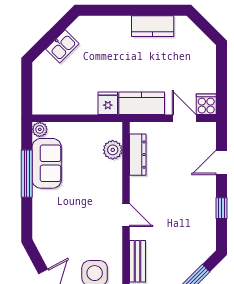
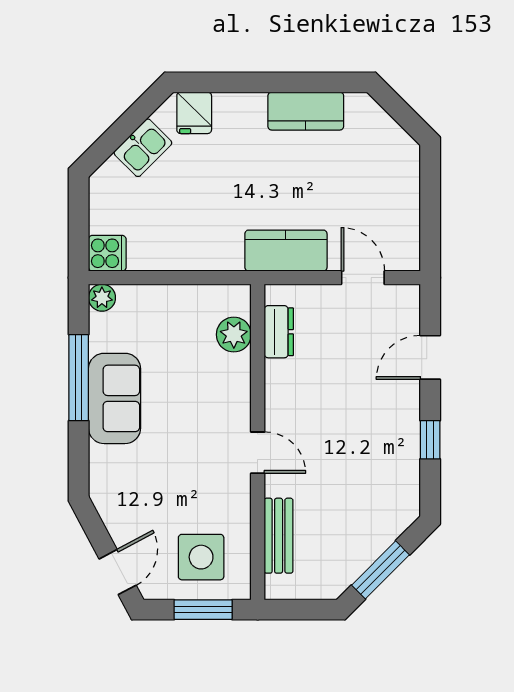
fridge: (108, 103) -> (194, 113), moved, turned 180
cooker: (206, 104) -> (107, 253), moved, turned 90
dresser: (138, 155) -> (279, 332), width x0.70
sofa: (47, 163) -> (115, 398), moved

